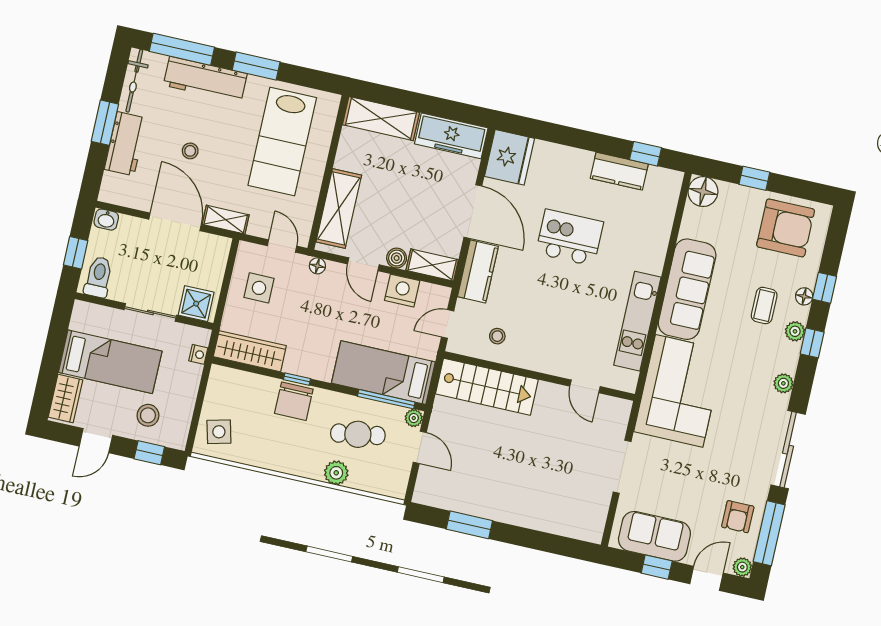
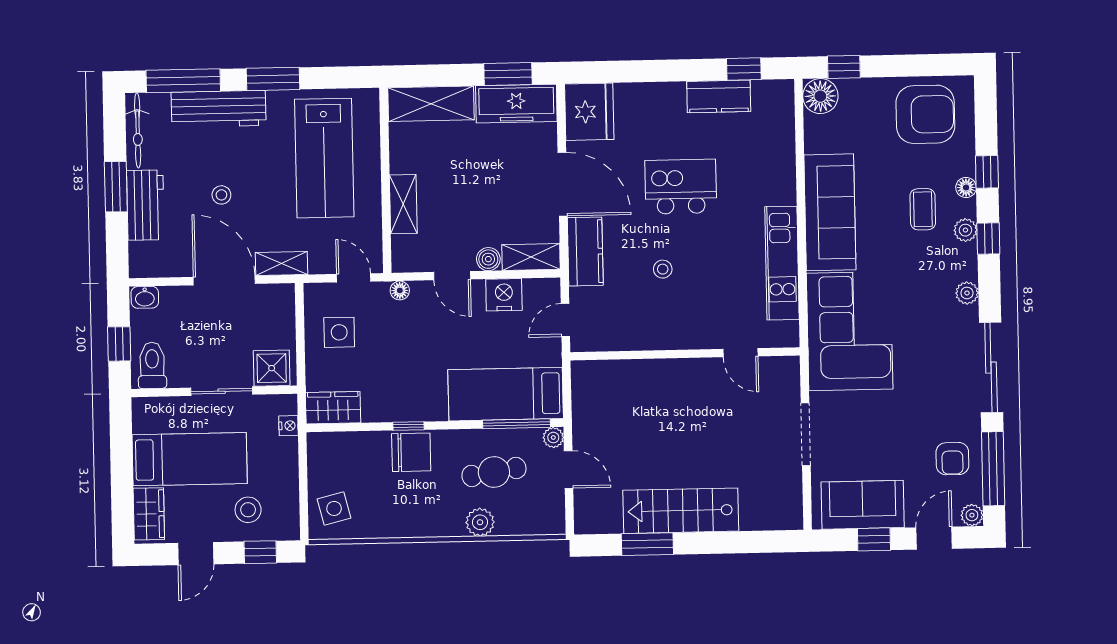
window: (451, 110) -> (508, 74), added
window: (754, 178) -> (844, 67), moved
shelving: (339, 208) -> (403, 204), width x0.67, depth x0.75
stool: (497, 336) -> (663, 269), moved
wardrobe: (250, 351) -> (333, 408), width x0.67
stairs: (487, 387) -> (681, 511), moved, turned 180
chair: (294, 401) -> (411, 452), turned -90

